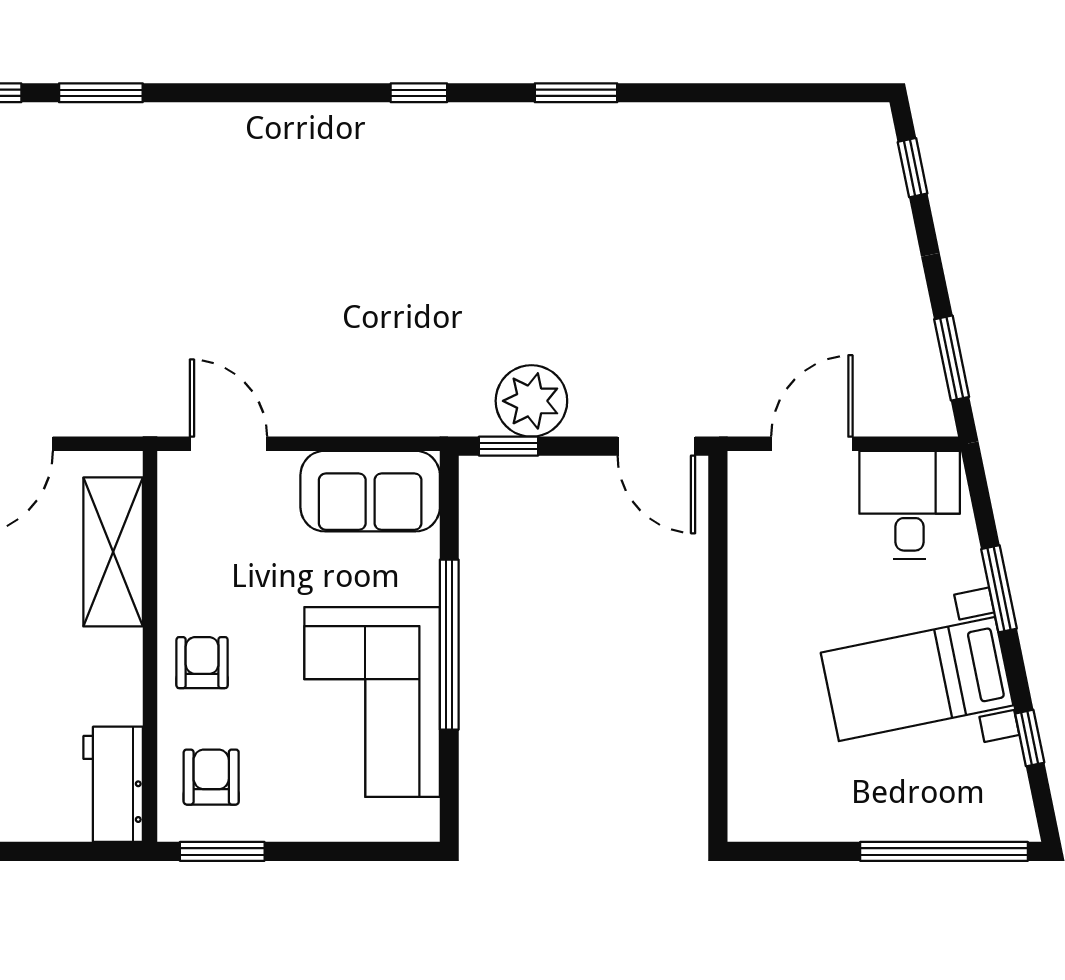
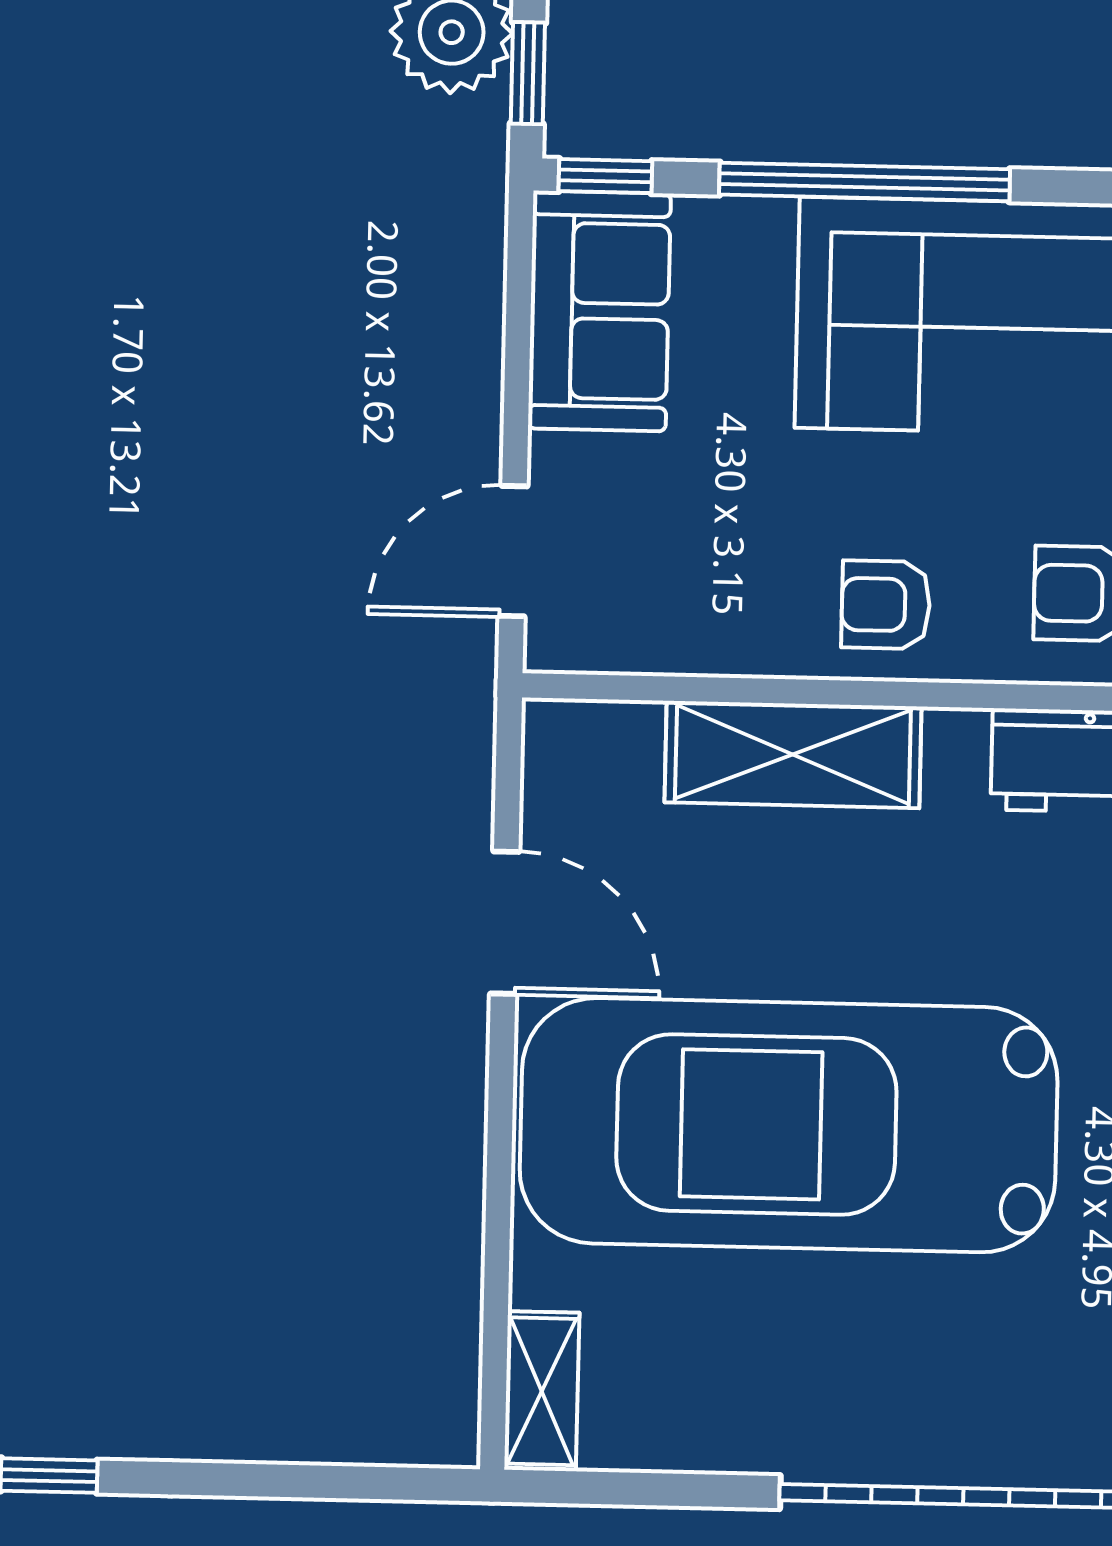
window: (449, 493) -> (605, 176), added
shelving: (113, 552) -> (793, 754), moved

